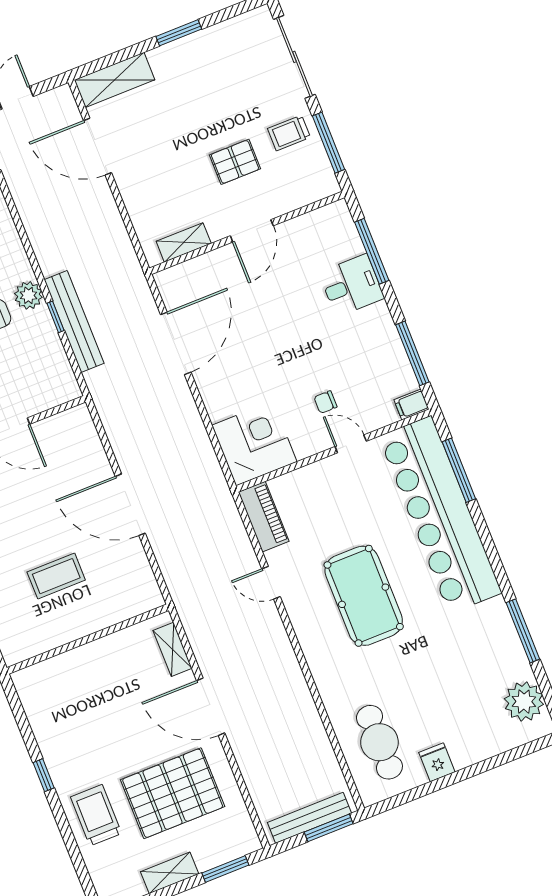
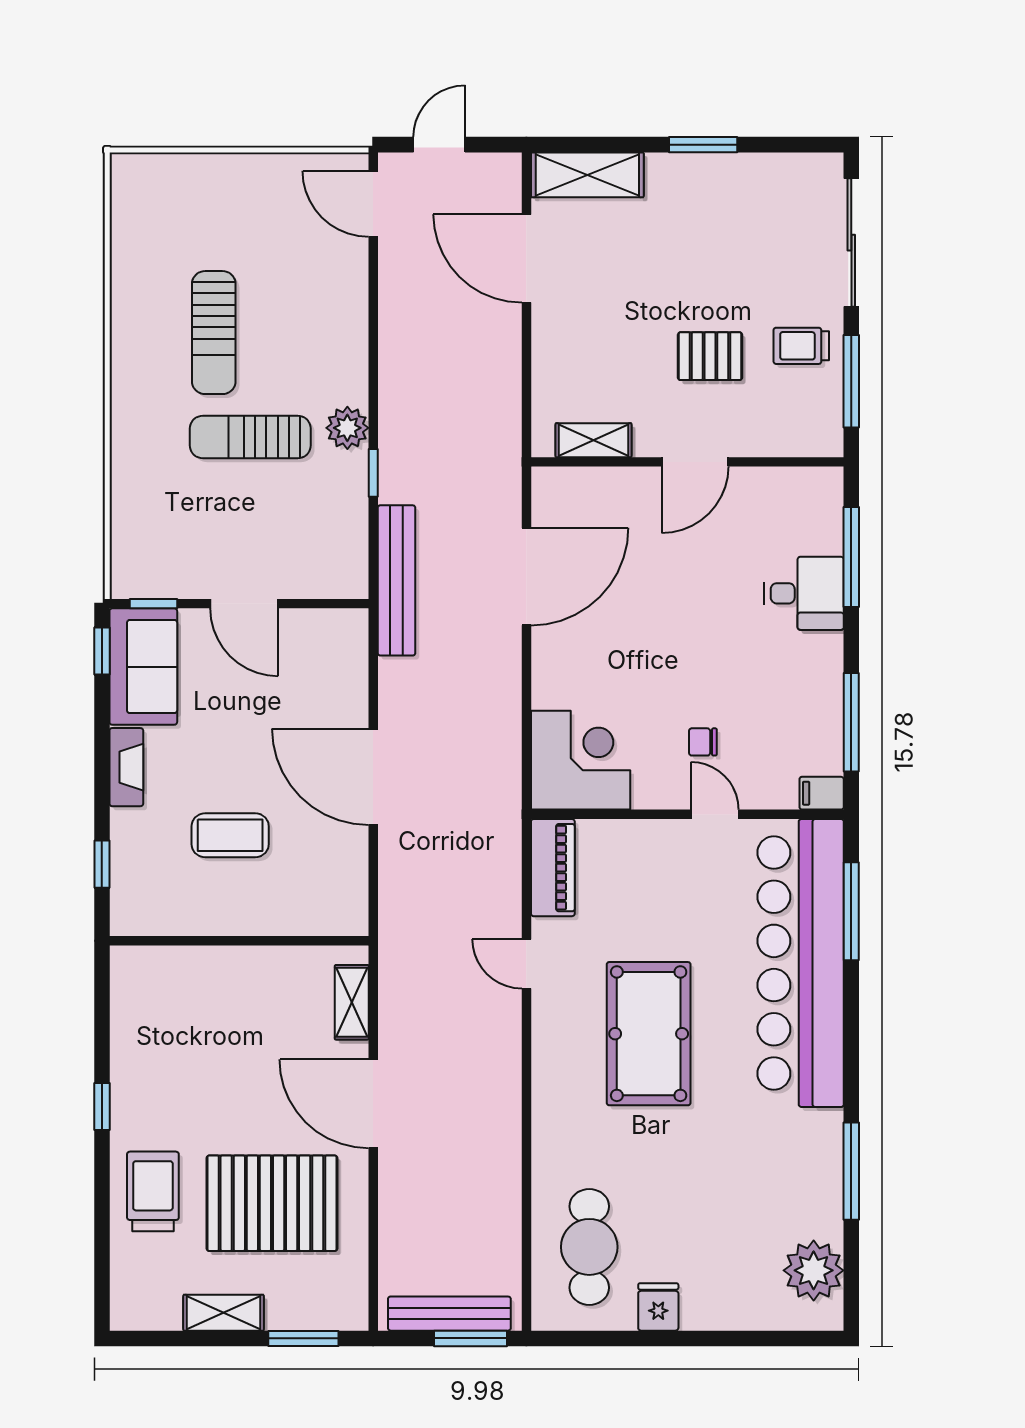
bench: (74, 321) -> (396, 580), moved

